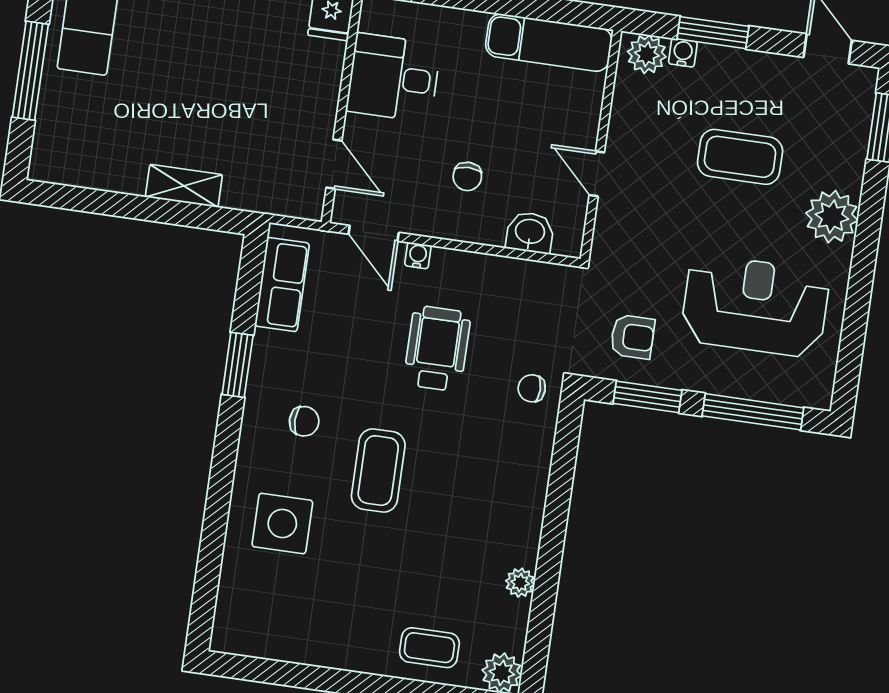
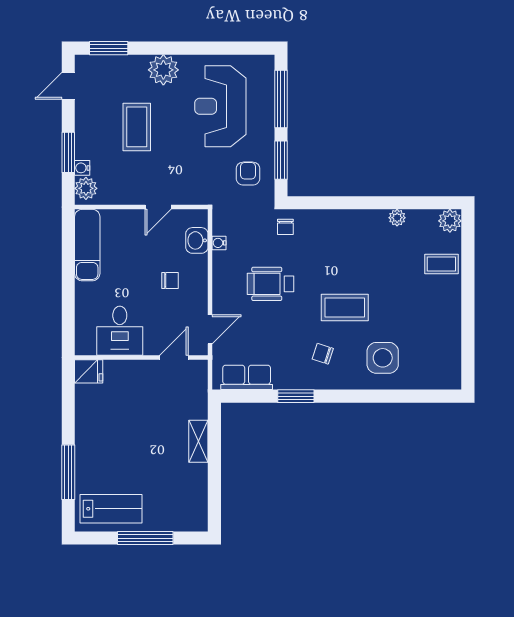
water cooler: (418, 255) -> (219, 243), moved
chair: (304, 421) -> (323, 354), turned -72
coffee table: (429, 648) -> (441, 264), turned 90

